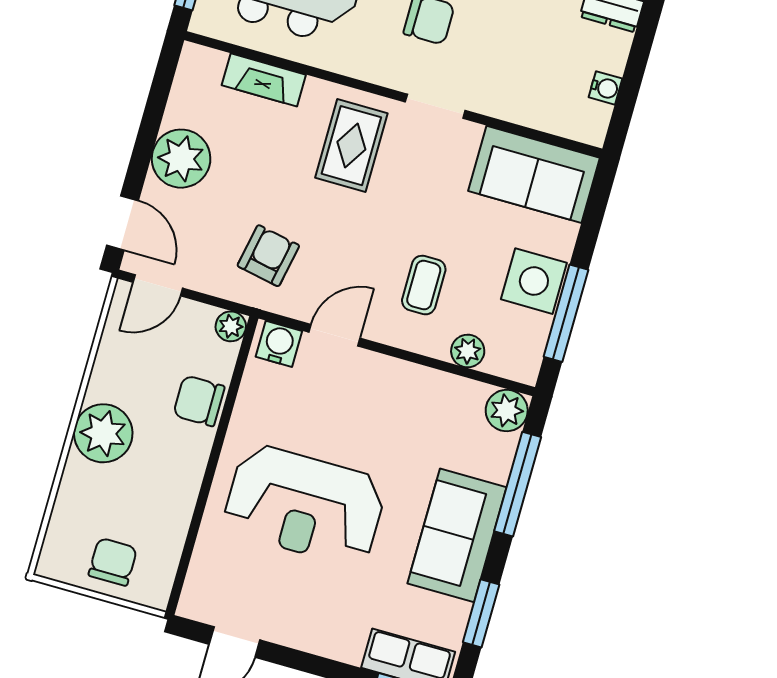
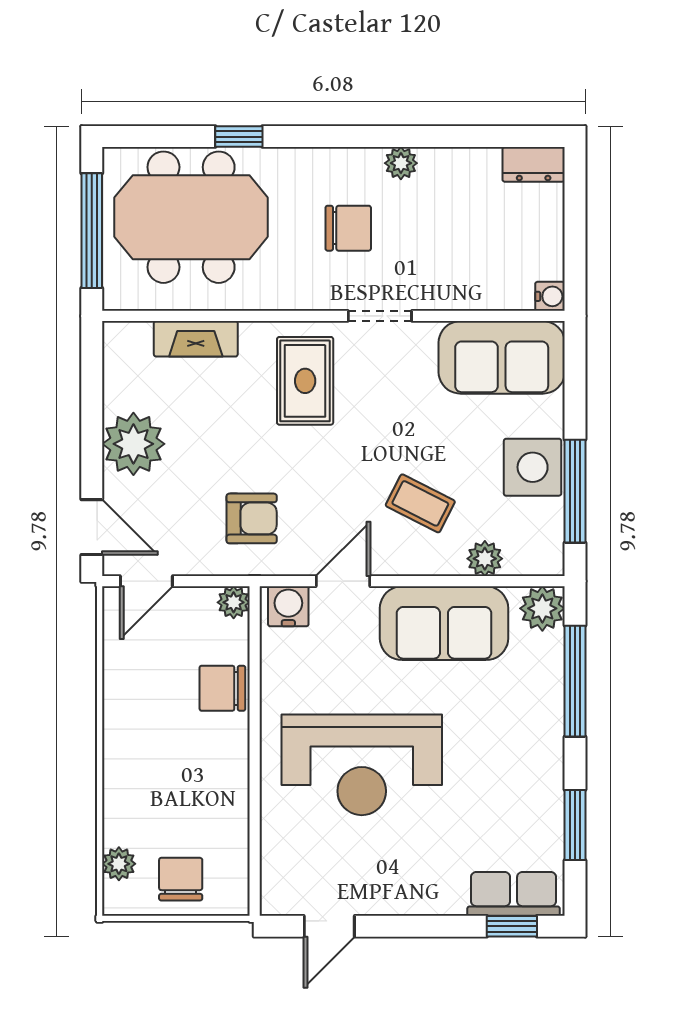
water cooler: (605, 88) -> (550, 296), moved
armchair: (268, 256) -> (252, 518), turned 79
coffee table: (424, 285) -> (420, 503), turned -63
plant: (103, 433) -> (119, 864), moved, width x0.53, depth x0.53
sofa: (457, 535) -> (444, 623), moved, turned -90

